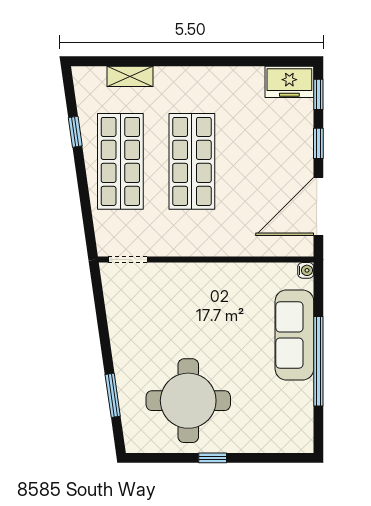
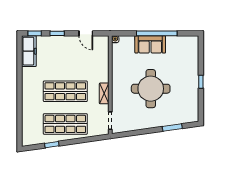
shelving: (130, 76) -> (104, 93), moved
freezer: (289, 82) -> (29, 51), width x1.40
door: (318, 206) -> (86, 33), width x0.53
sofa: (294, 335) -> (150, 44), width x0.73
round table: (188, 401) -> (151, 89), moved

